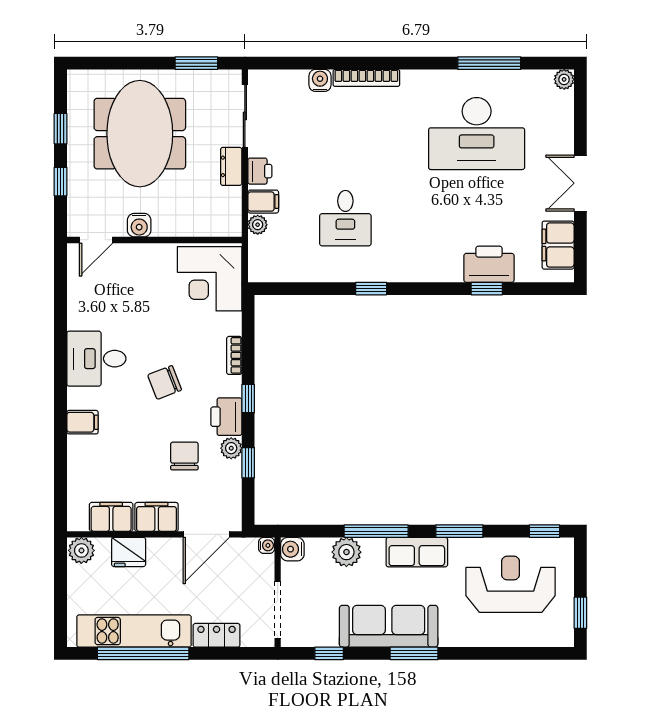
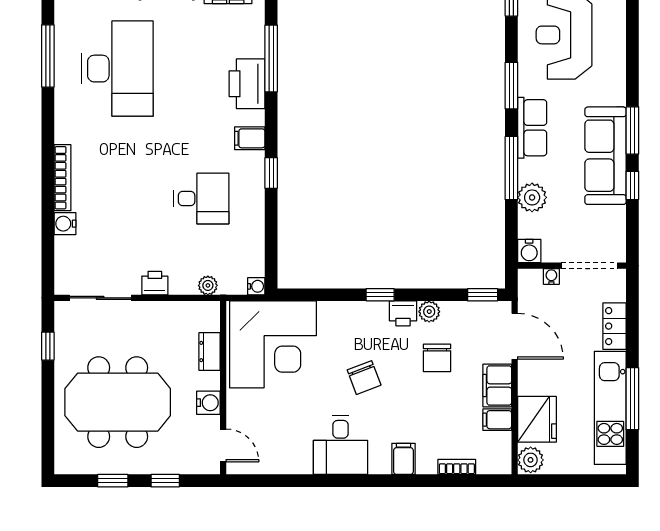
window: (196, 63) -> (48, 346), width x0.67
dresser: (231, 166) -> (209, 352), moved, turned 90
filing cabinet: (263, 202) -> (250, 138), moved, turned -90
printer: (489, 264) -> (247, 84), moved
water cooler: (257, 274) -> (256, 286), added
corner desk: (210, 279) -> (273, 344), width x1.36, depth x1.36
window: (487, 289) -> (271, 58), width x2.17
bookcase: (234, 355) -> (457, 467), moved, turned 180
printer: (226, 417) -> (403, 313), width x0.73, depth x0.81
chair: (184, 456) -> (437, 358), turned -90
window: (248, 463) -> (483, 295), moved
filing cabinet: (111, 517) -> (497, 420), width x0.50
water cooler: (267, 545) -> (551, 276), moved
fridge: (129, 552) -> (537, 419), width x1.36, depth x1.34
window: (143, 653) -> (632, 399), width x0.68
window: (329, 653) -> (632, 185), moved

